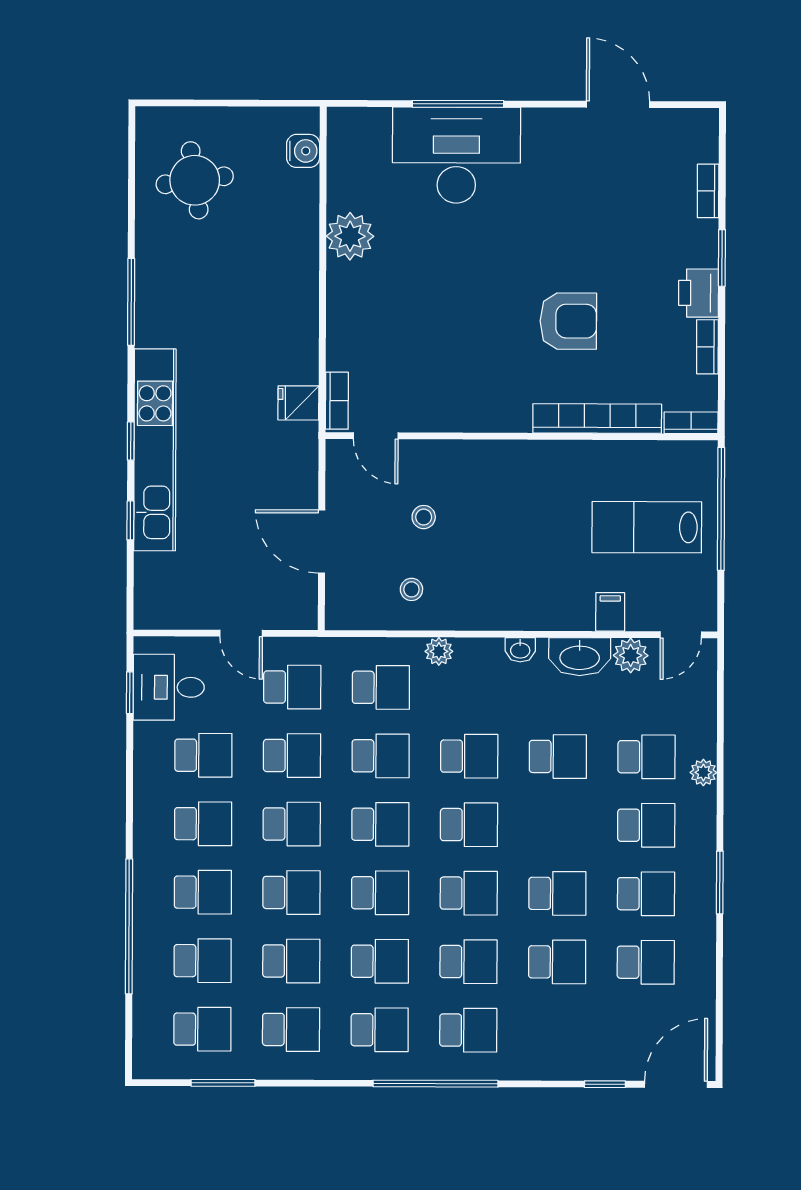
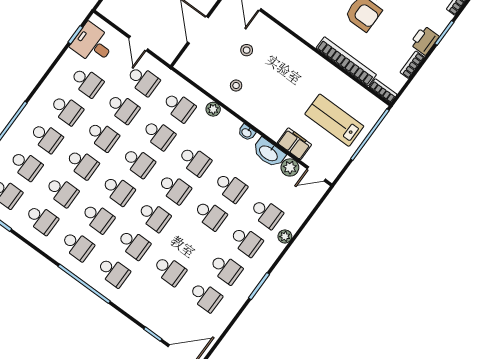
stool: (411, 589) -> (236, 85), moved
filing cabinet: (610, 612) -> (294, 144), width x2.00
school desk: (557, 893) -> (210, 215), moved

